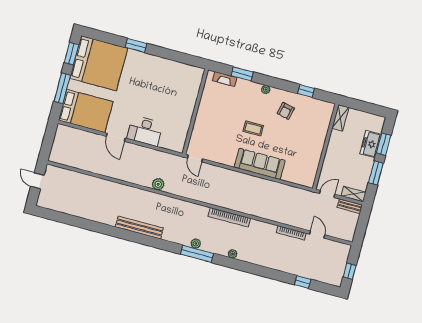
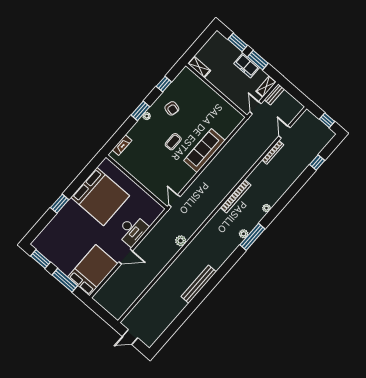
bed: (99, 63) -> (100, 197), moved, turned 90
window: (242, 74) -> (140, 111), moved
freezer: (371, 144) -> (247, 65), moved
door: (195, 158) -> (174, 201), swing flipped
bench: (139, 228) -> (199, 284), moved
door: (317, 235) -> (284, 132), hinge flipped

